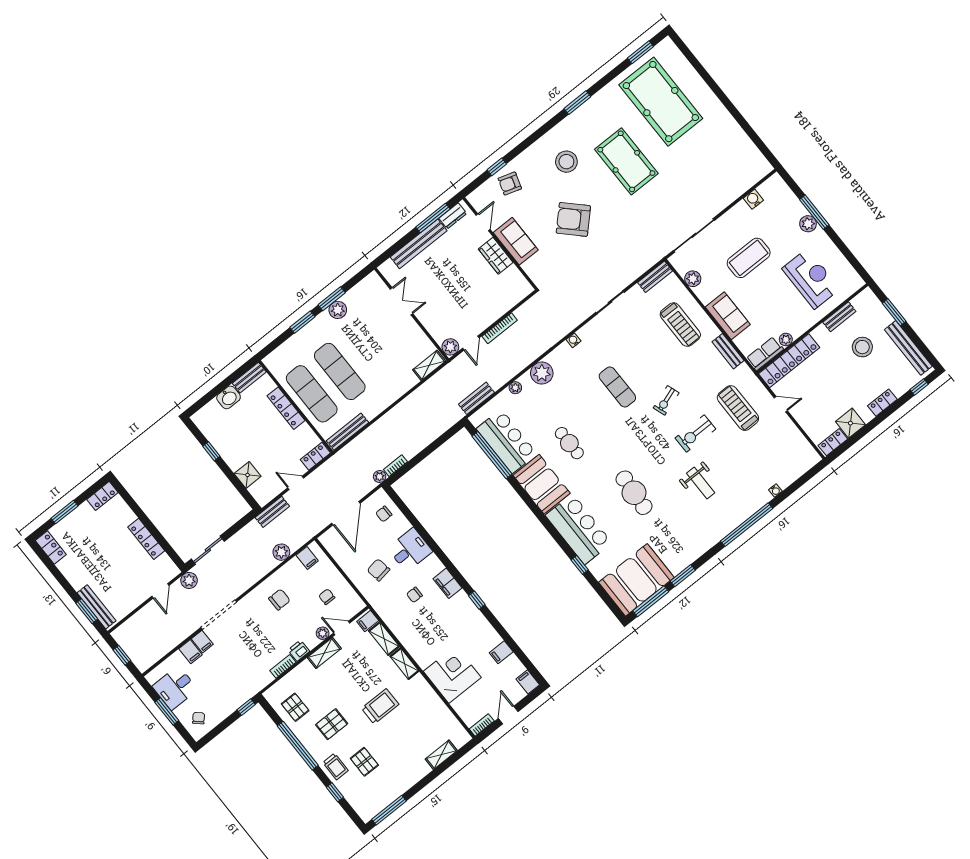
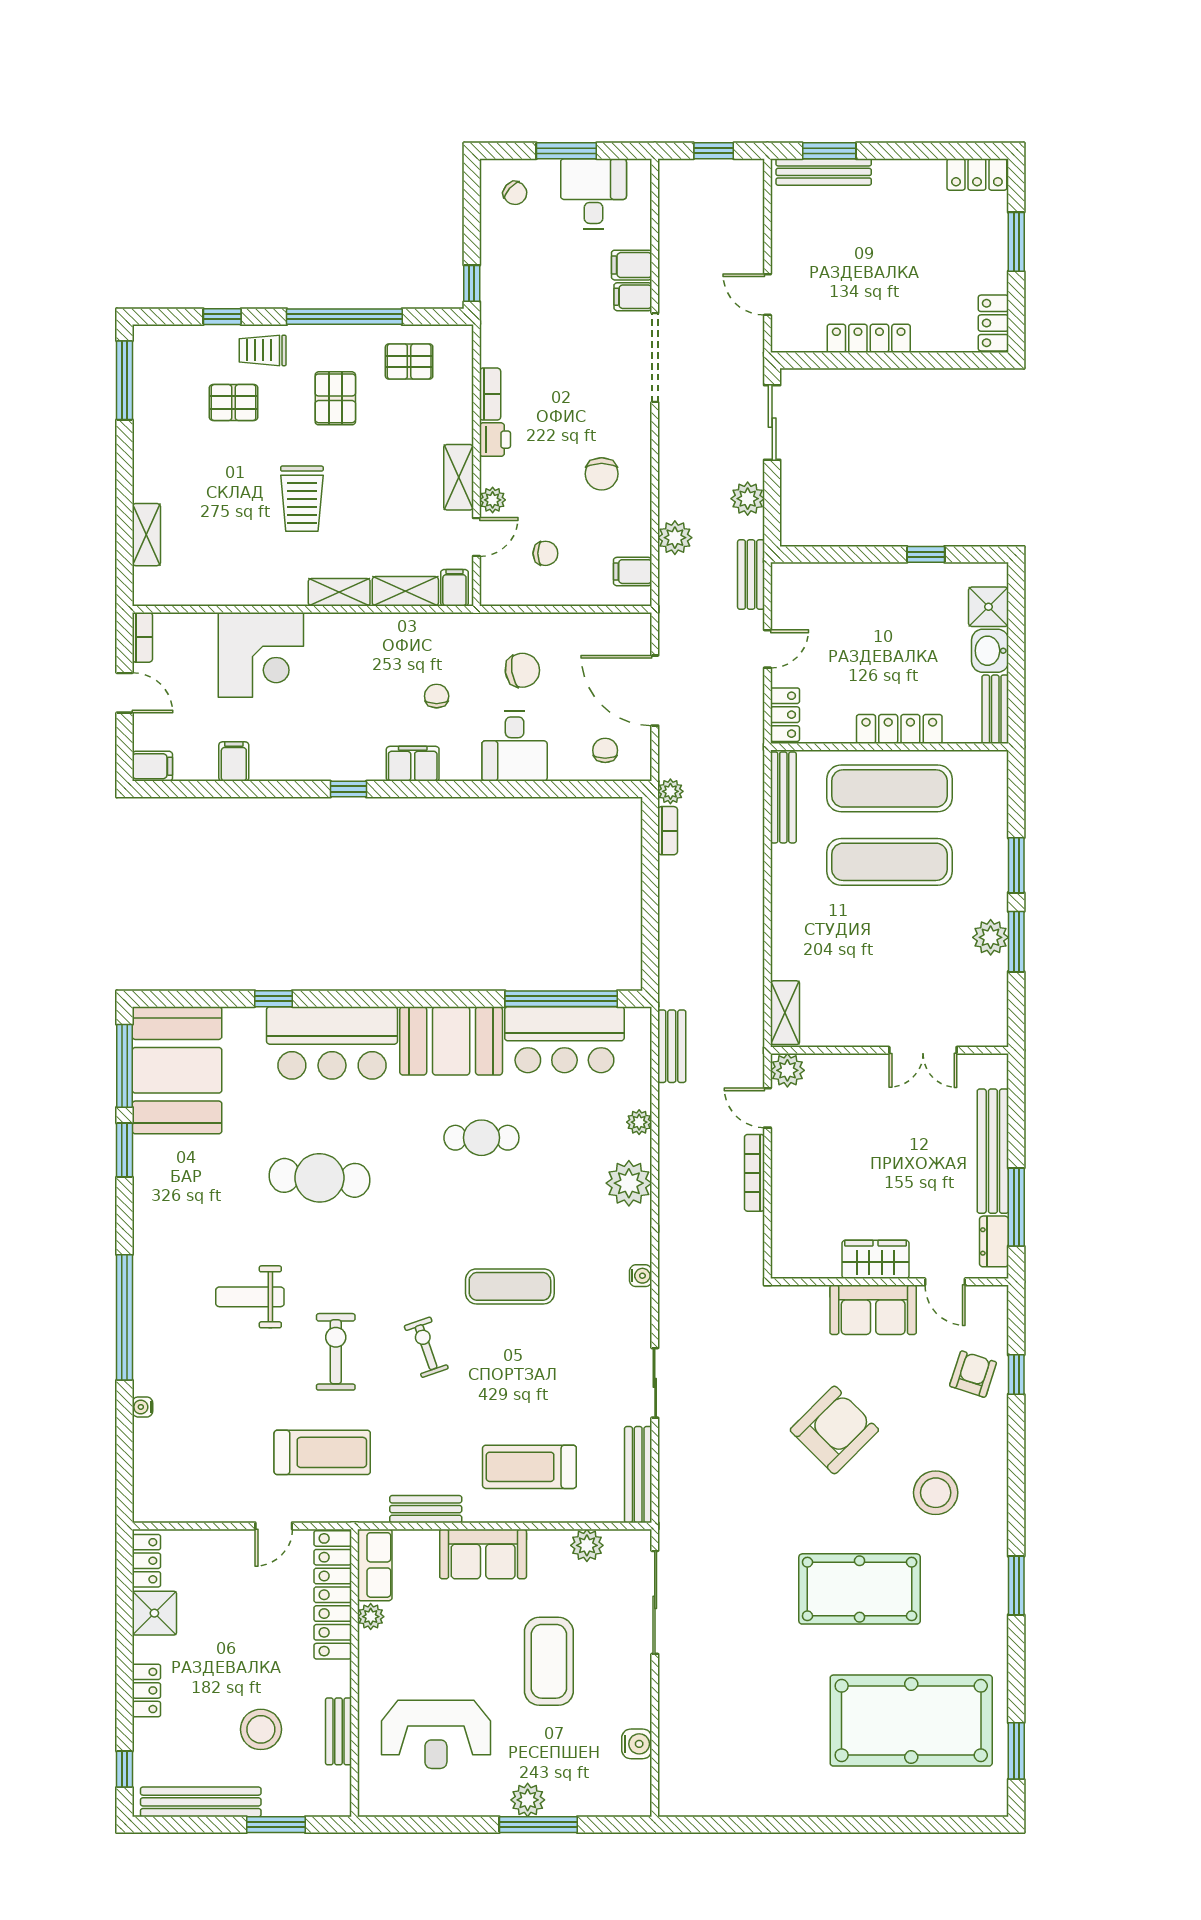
bench: (655, 277) -> (638, 1475), width x1.36
shower: (248, 475) -> (989, 607), moved
plant: (189, 580) -> (748, 499), moved

